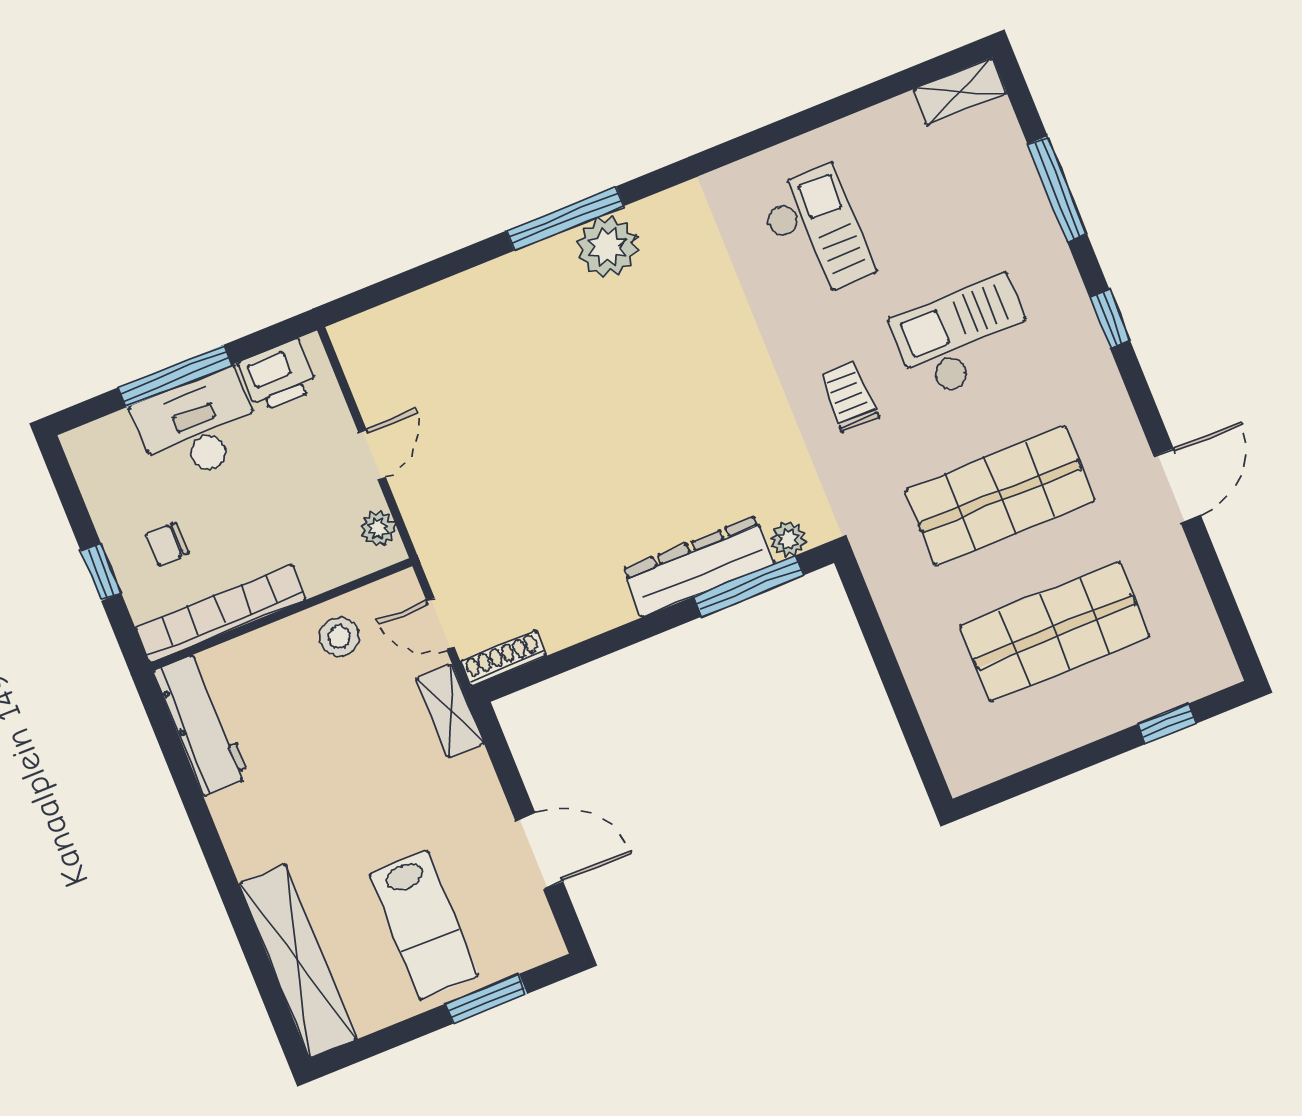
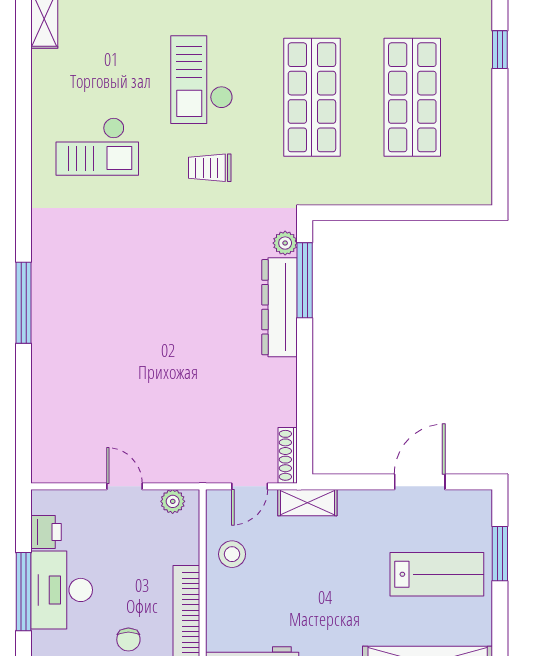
checkout: (816, 233) -> (97, 146), turned 180
plant: (607, 247) -> (53, 283), removed
printer: (278, 375) -> (46, 532), width x0.73, depth x0.81

